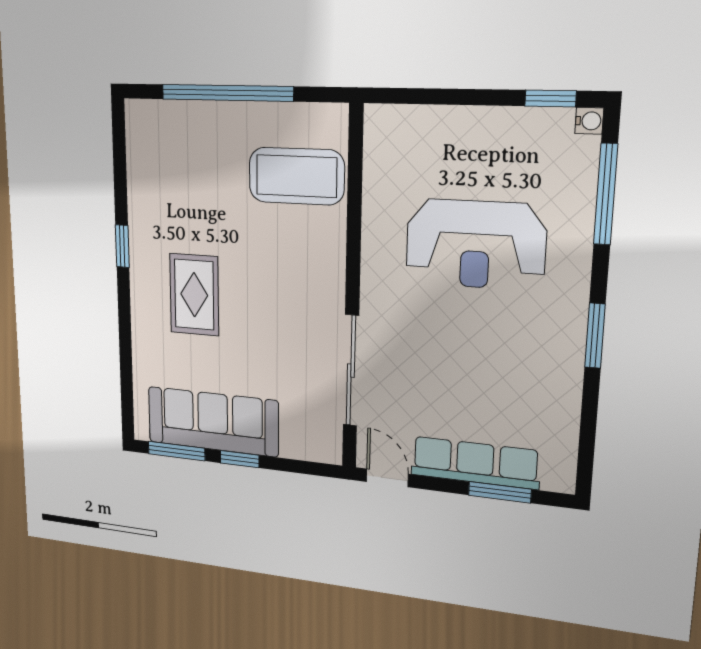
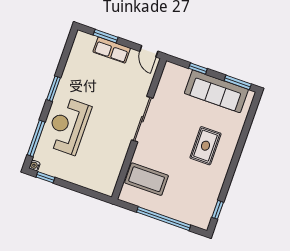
reception desk: (475, 244) -> (68, 126), moved, turned -90
window: (122, 246) -> (218, 210), moved
sliding door: (351, 371) -> (142, 119), moved
window: (240, 459) -> (198, 68), moved
row of seats: (475, 463) -> (112, 50), width x0.68

